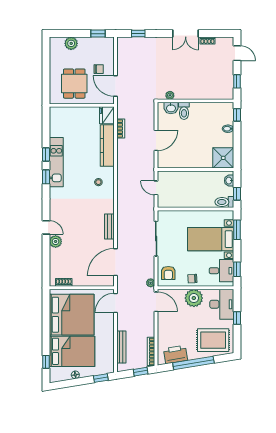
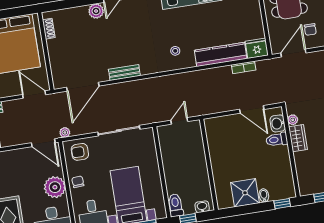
wardrobe: (186, 93) -> (298, 138), added
door: (156, 140) -> (252, 109), moved
shower: (223, 158) -> (245, 193), moved
door: (116, 262) -> (83, 87), swing flipped
door: (156, 302) -> (43, 143), hinge flipped

